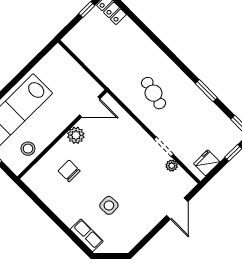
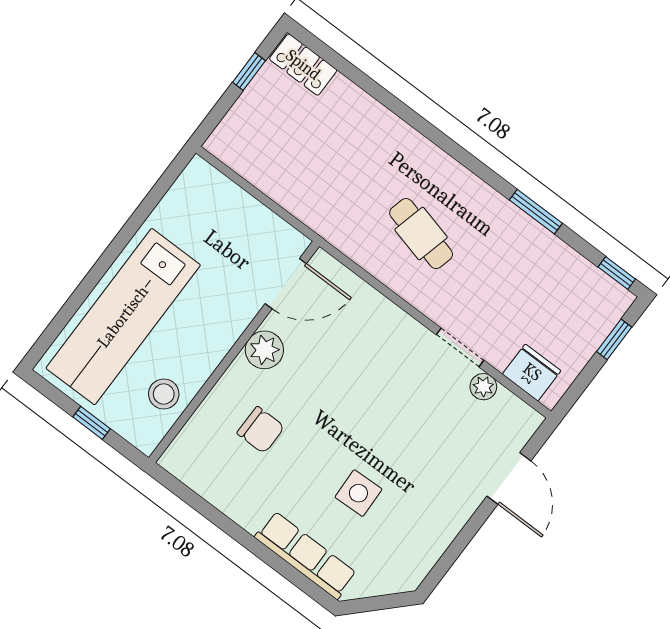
fridge: (207, 163) -> (532, 372), moved, turned 90
chair: (69, 171) -> (261, 430), turned 180
row of seats: (87, 235) -> (306, 555), width x1.48

